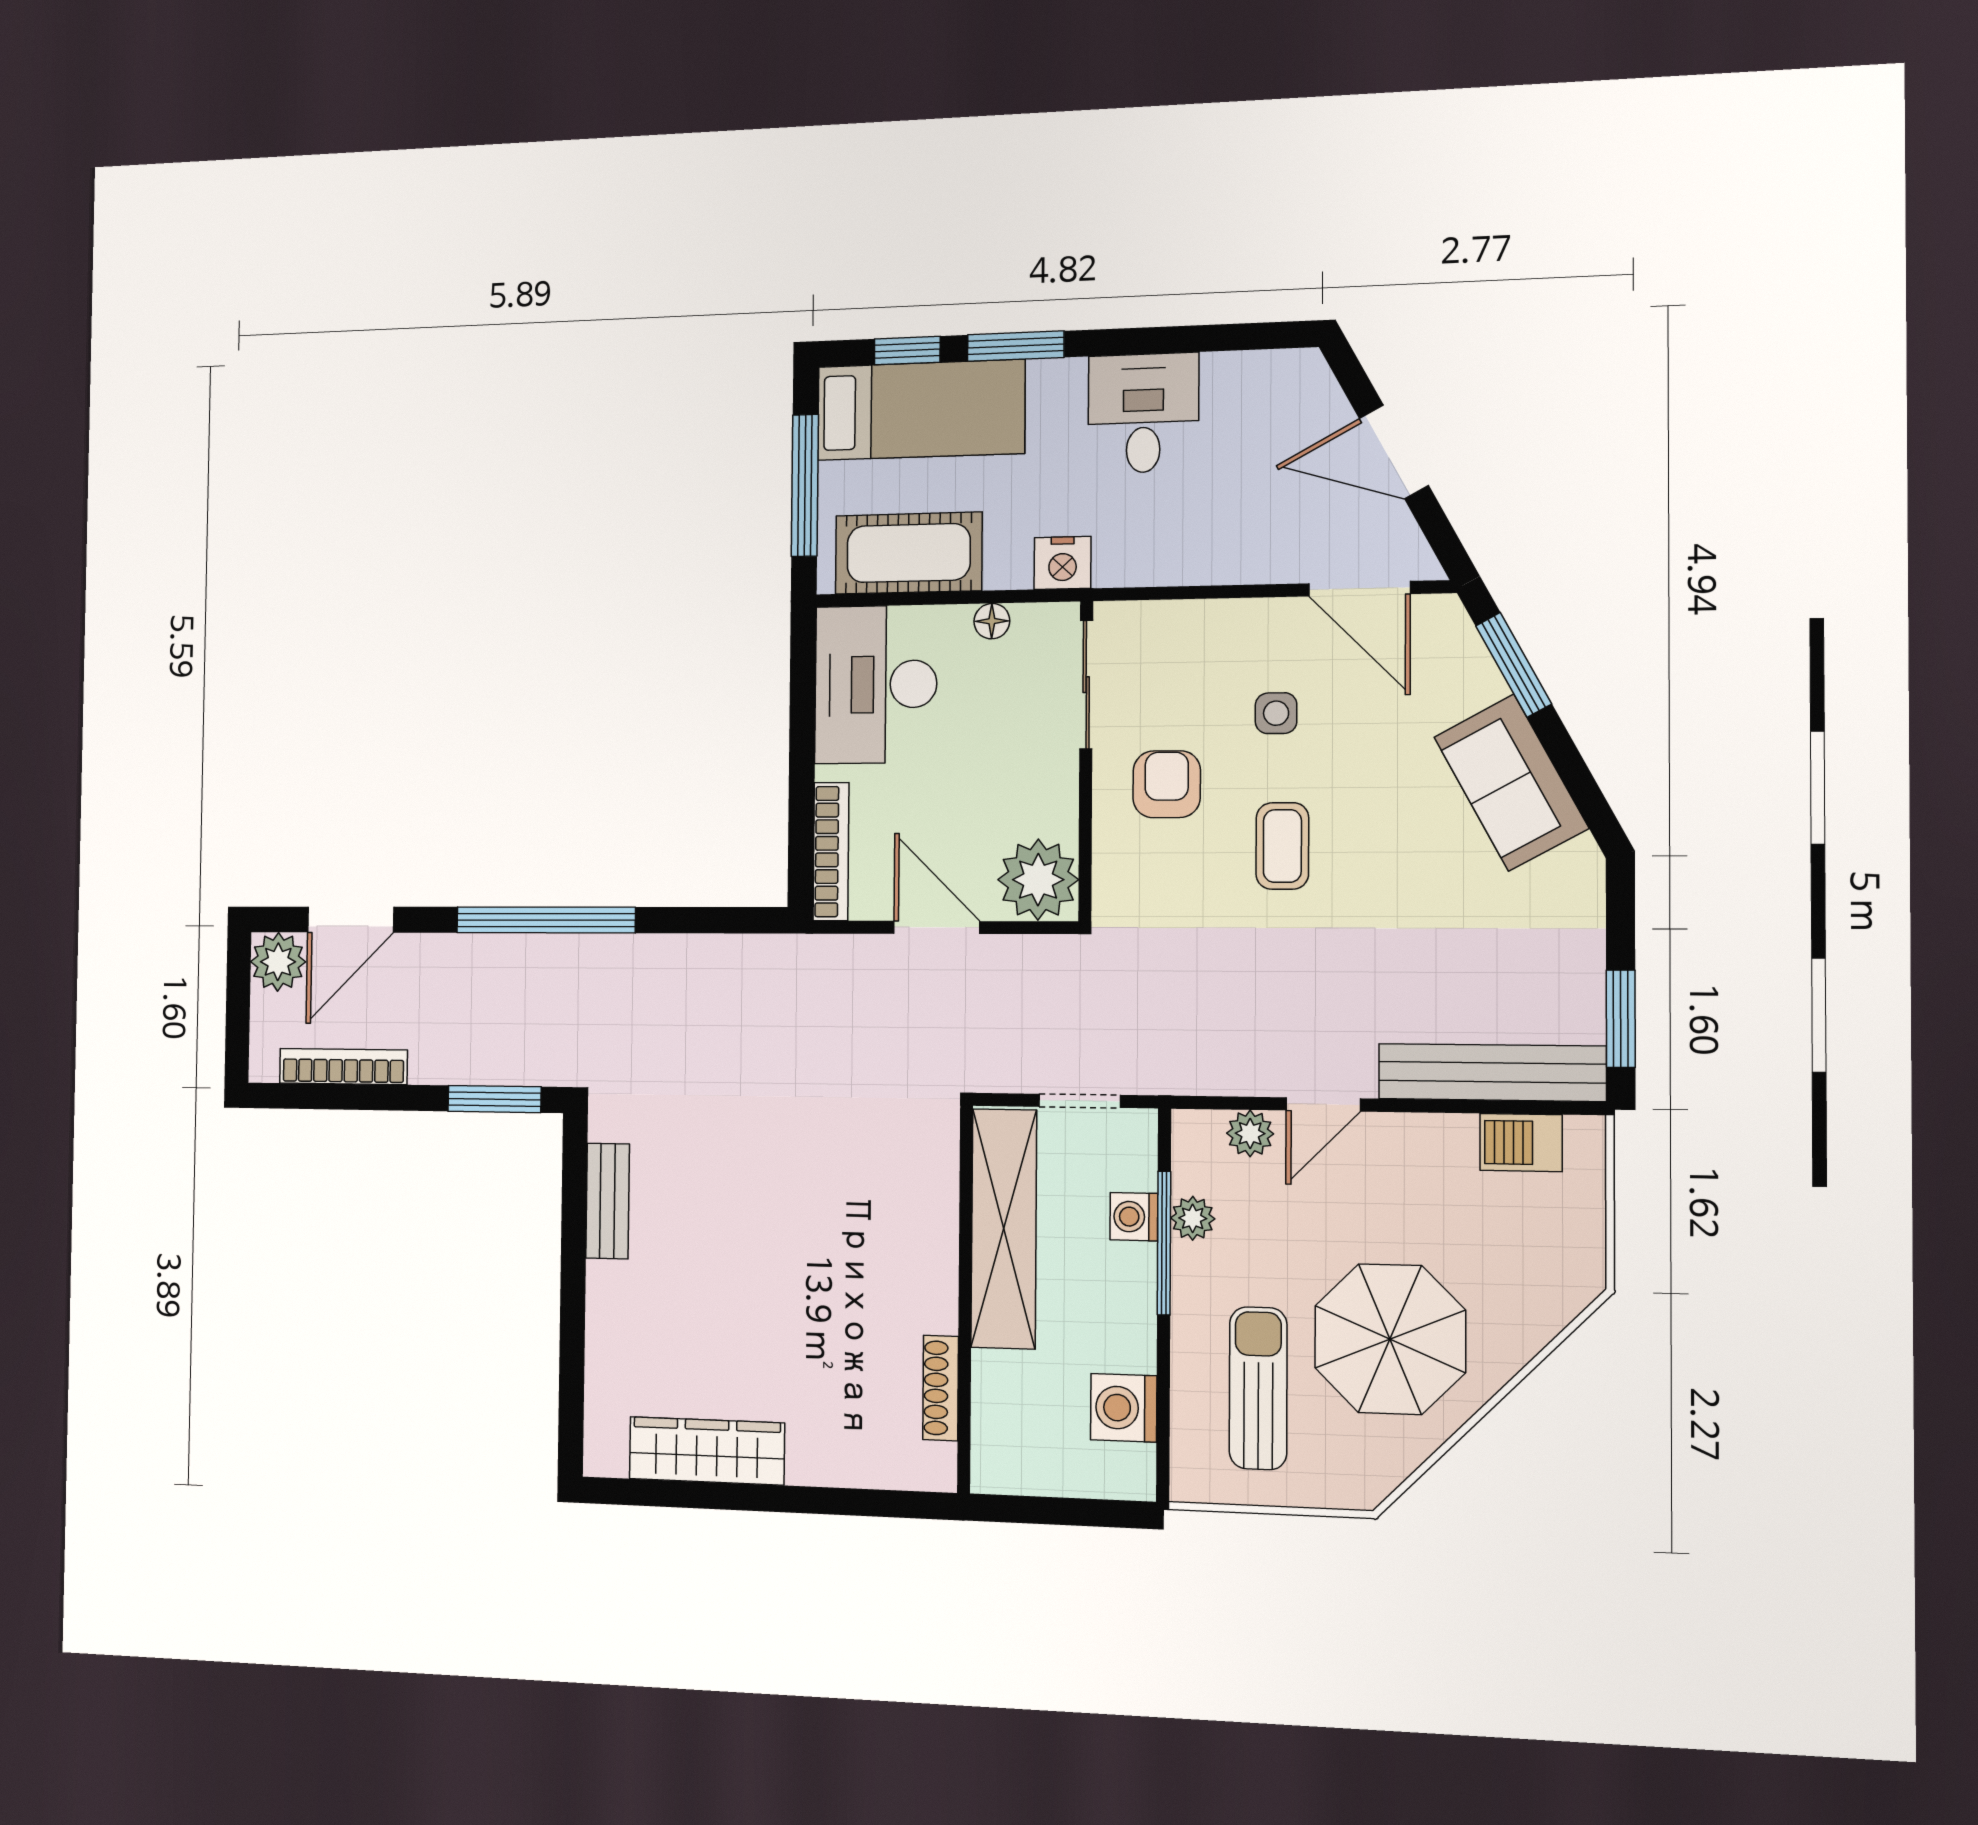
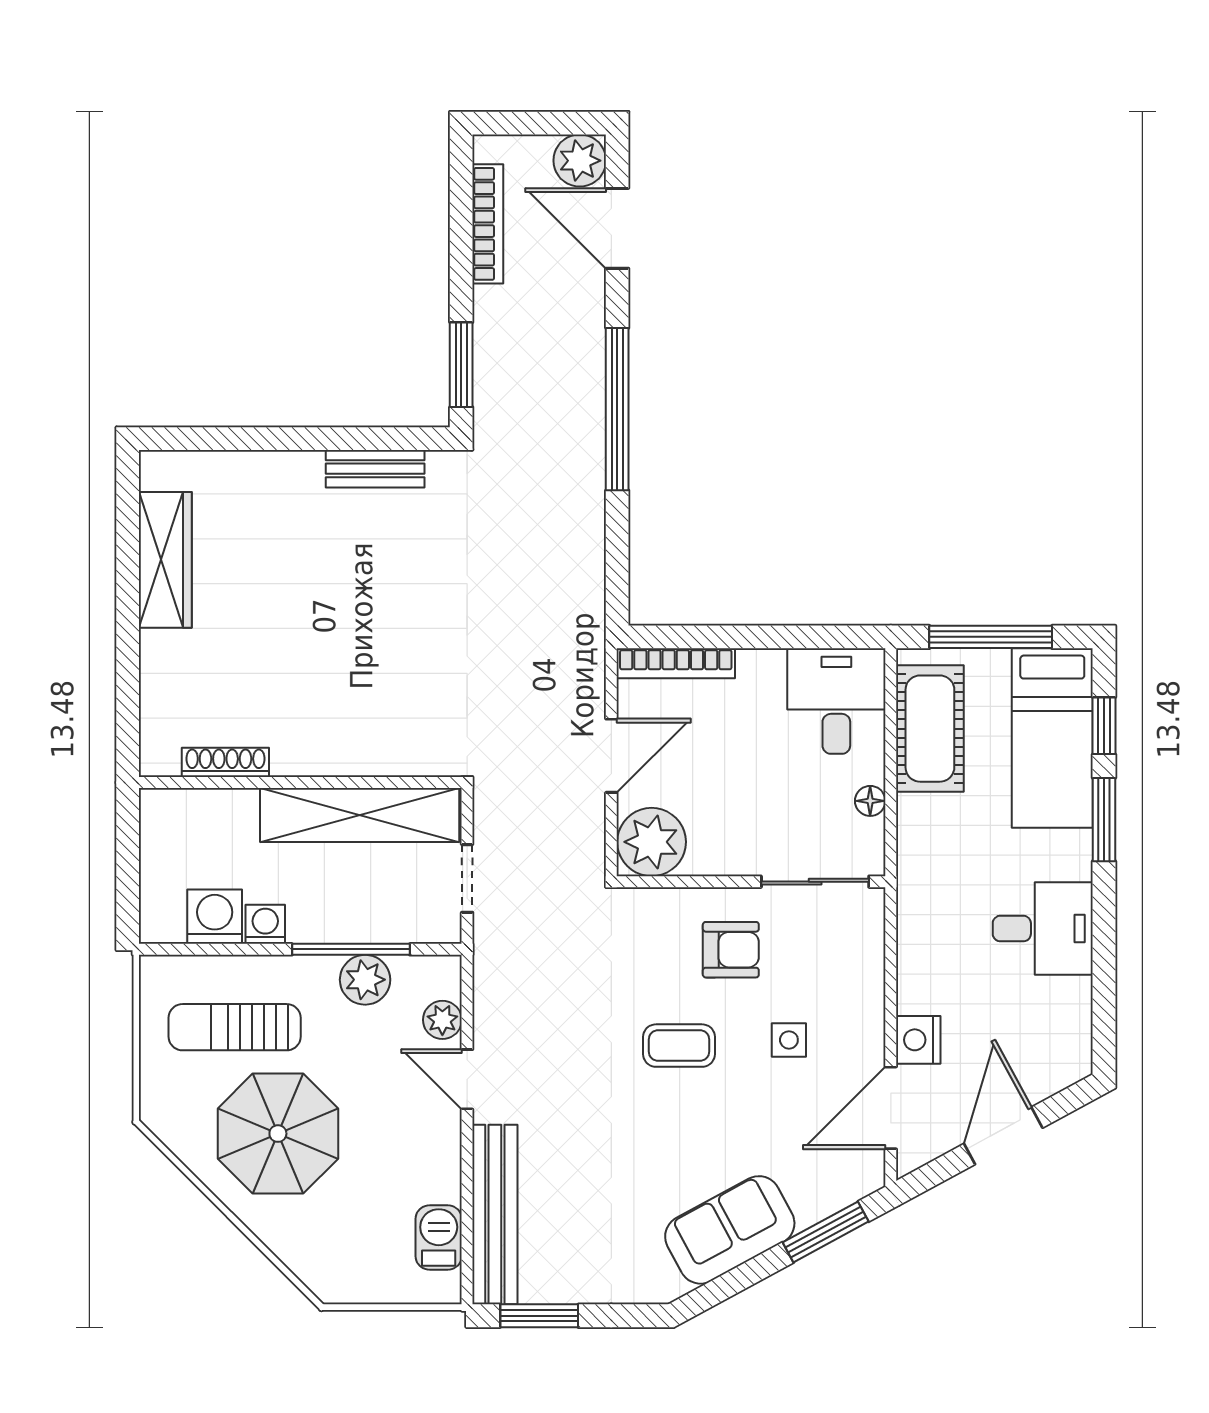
nightstand: (1063, 563) -> (918, 1040), moved
desk: (876, 684) -> (836, 701), width x0.73
washing machine: (1134, 1217) -> (265, 924), moved
plant: (1193, 1218) -> (365, 980), width x1.38, depth x1.38
sun lounger: (1258, 1388) -> (235, 1027), turned 180

